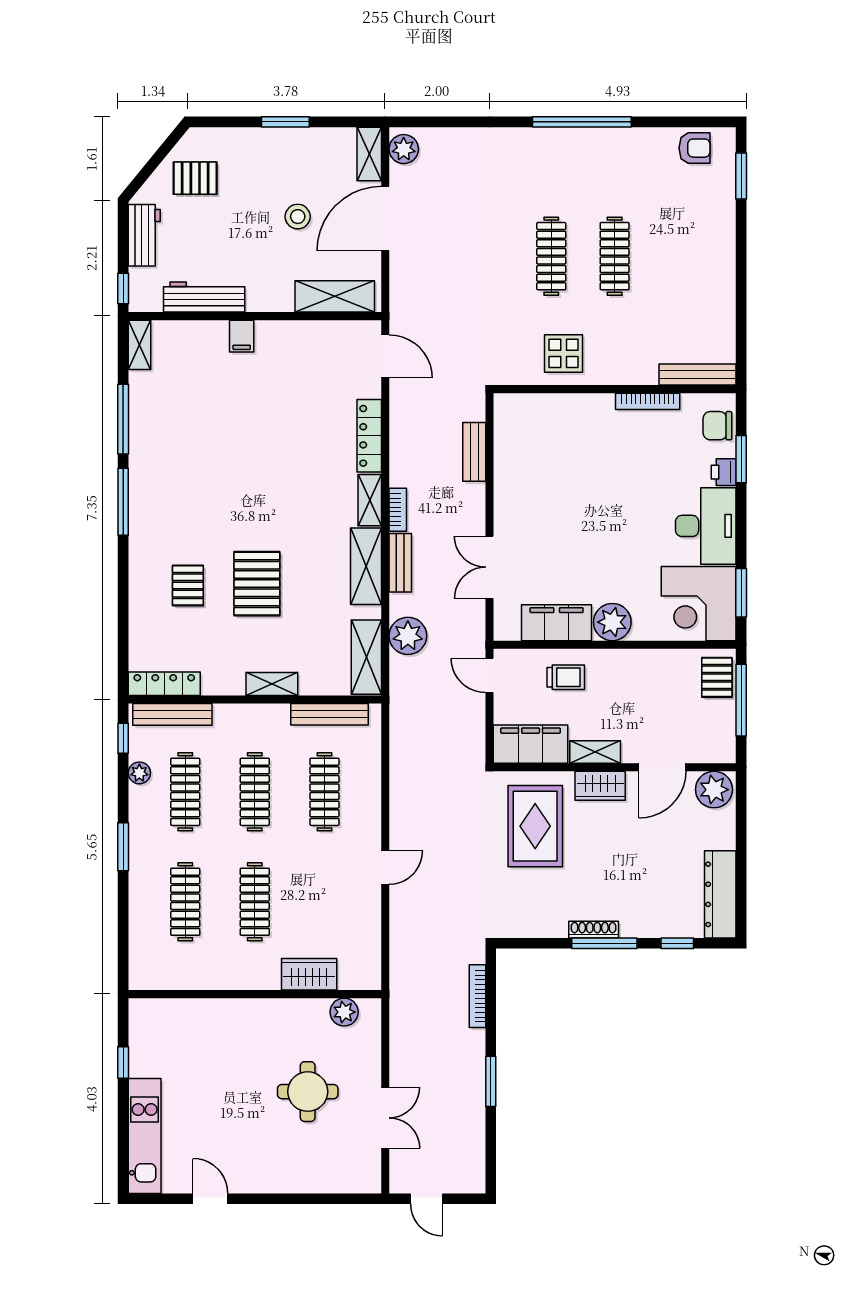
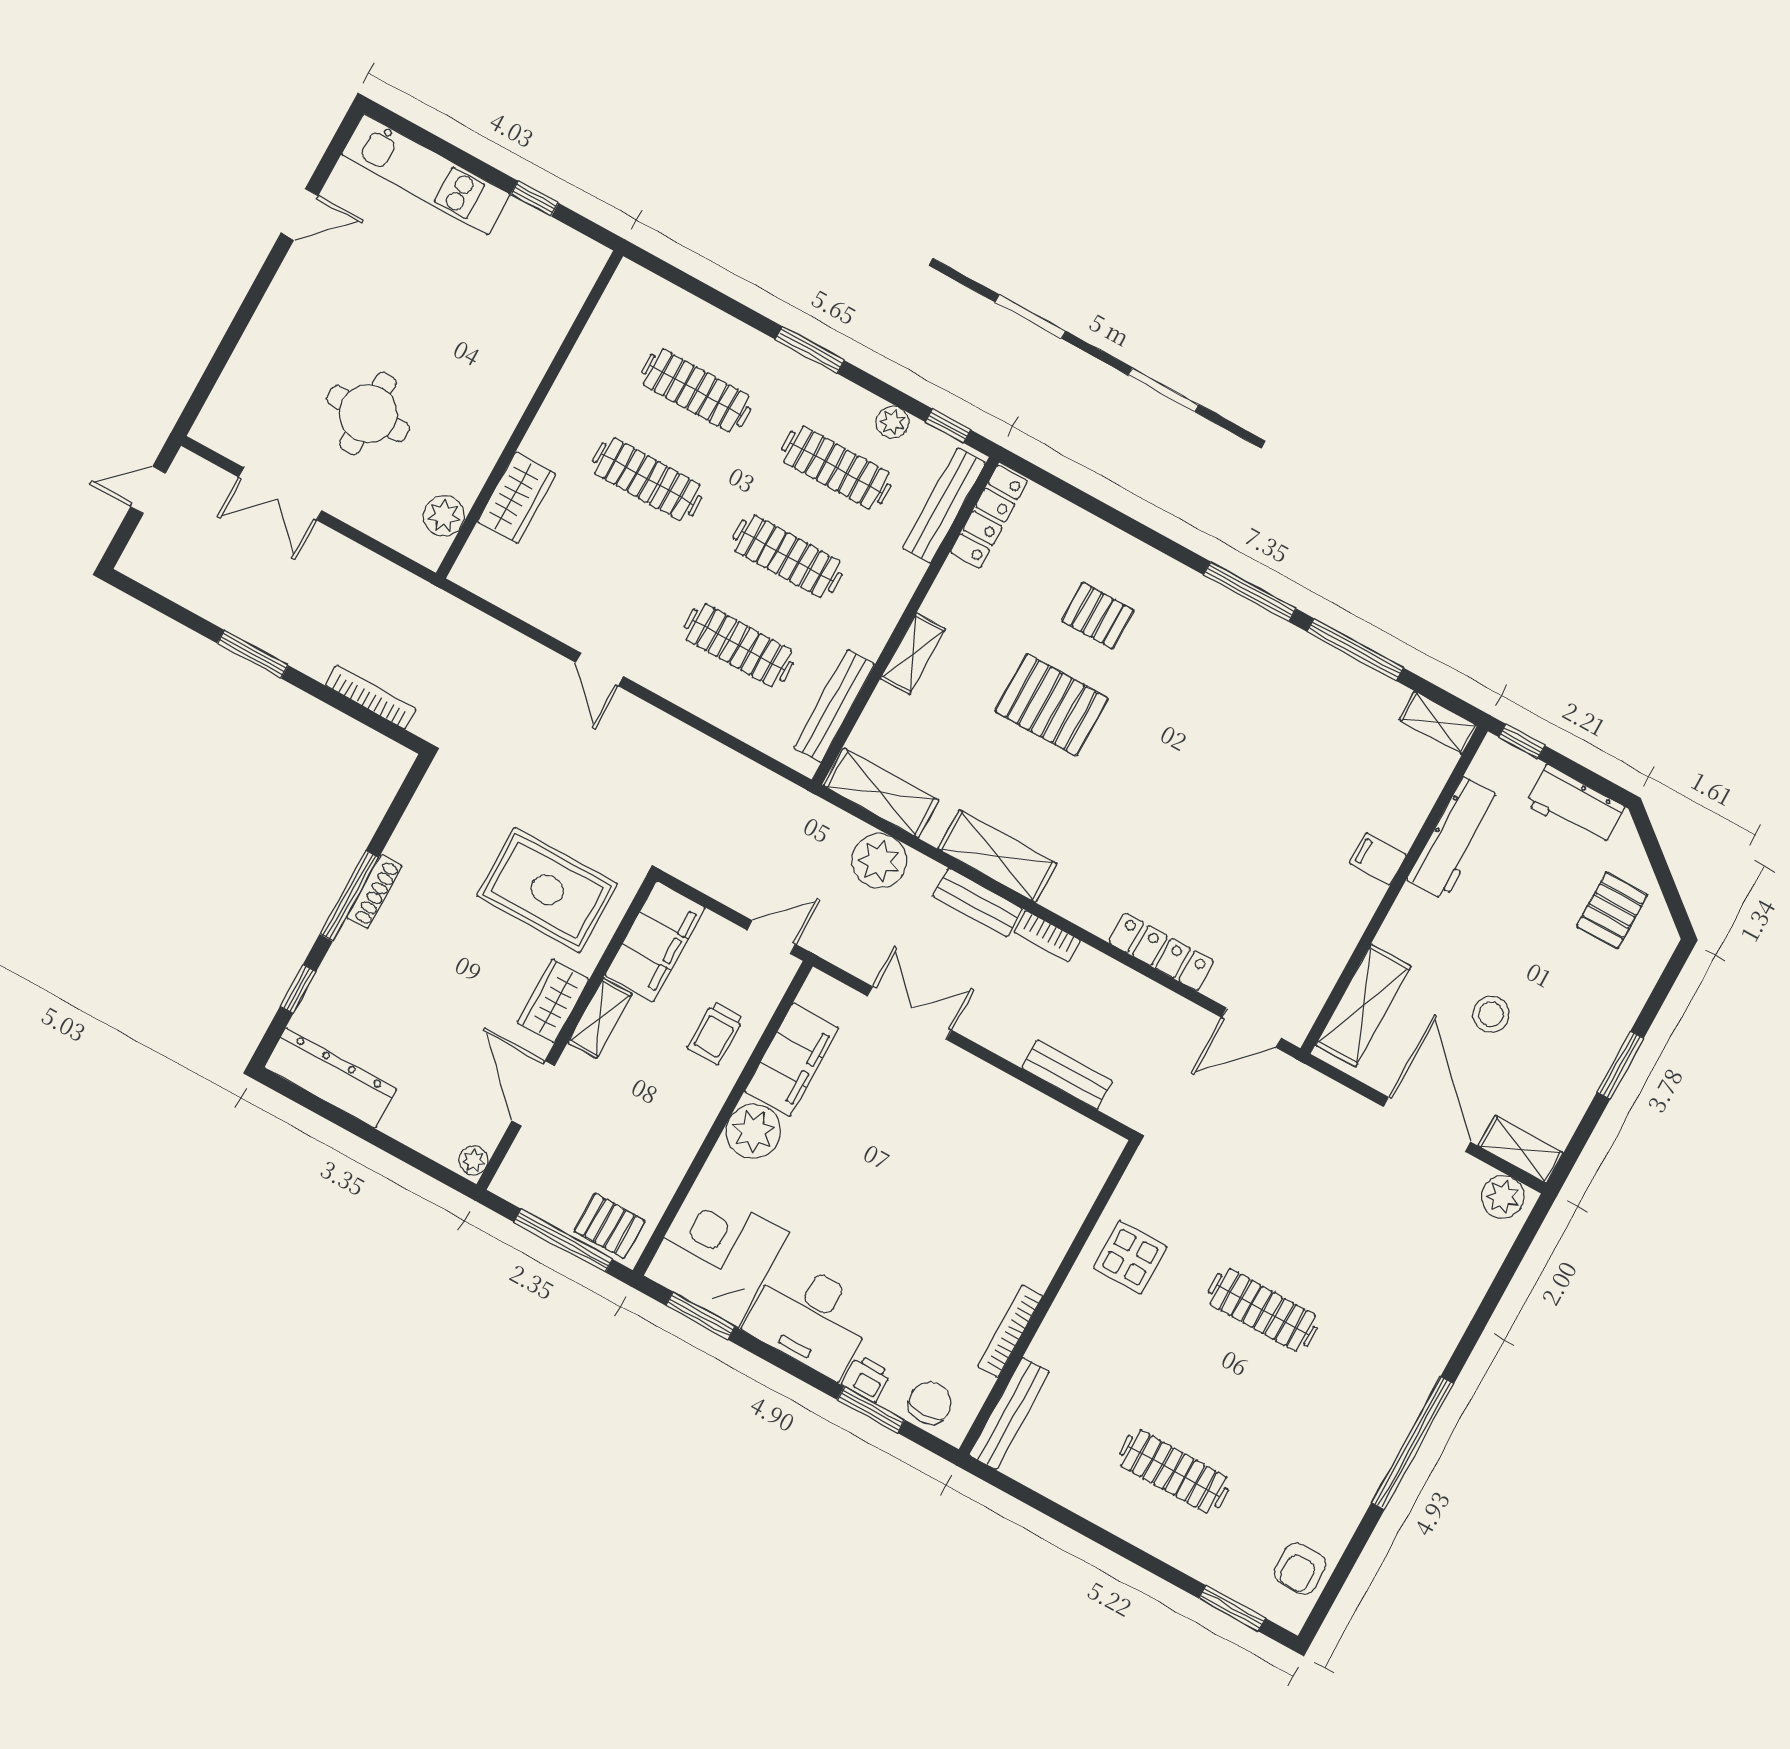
clothes rail: (615, 256) -> (1174, 1472), moved
shelving: (370, 500) -> (1079, 907), removed
plant: (714, 790) -> (473, 1160), width x0.53, depth x0.53

